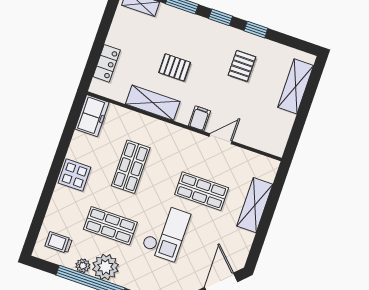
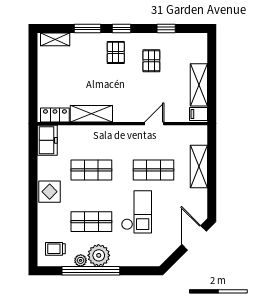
window: (256, 30) -> (166, 29), moved
locker: (107, 63) -> (55, 115), moved, turned -90
pallet: (175, 67) -> (116, 52), moved, turned 90
shelving: (296, 86) -> (199, 85), moved
filing cabinet: (199, 118) -> (199, 114), moved, turned -90
shop shelf: (131, 167) -> (91, 170), turned 90

